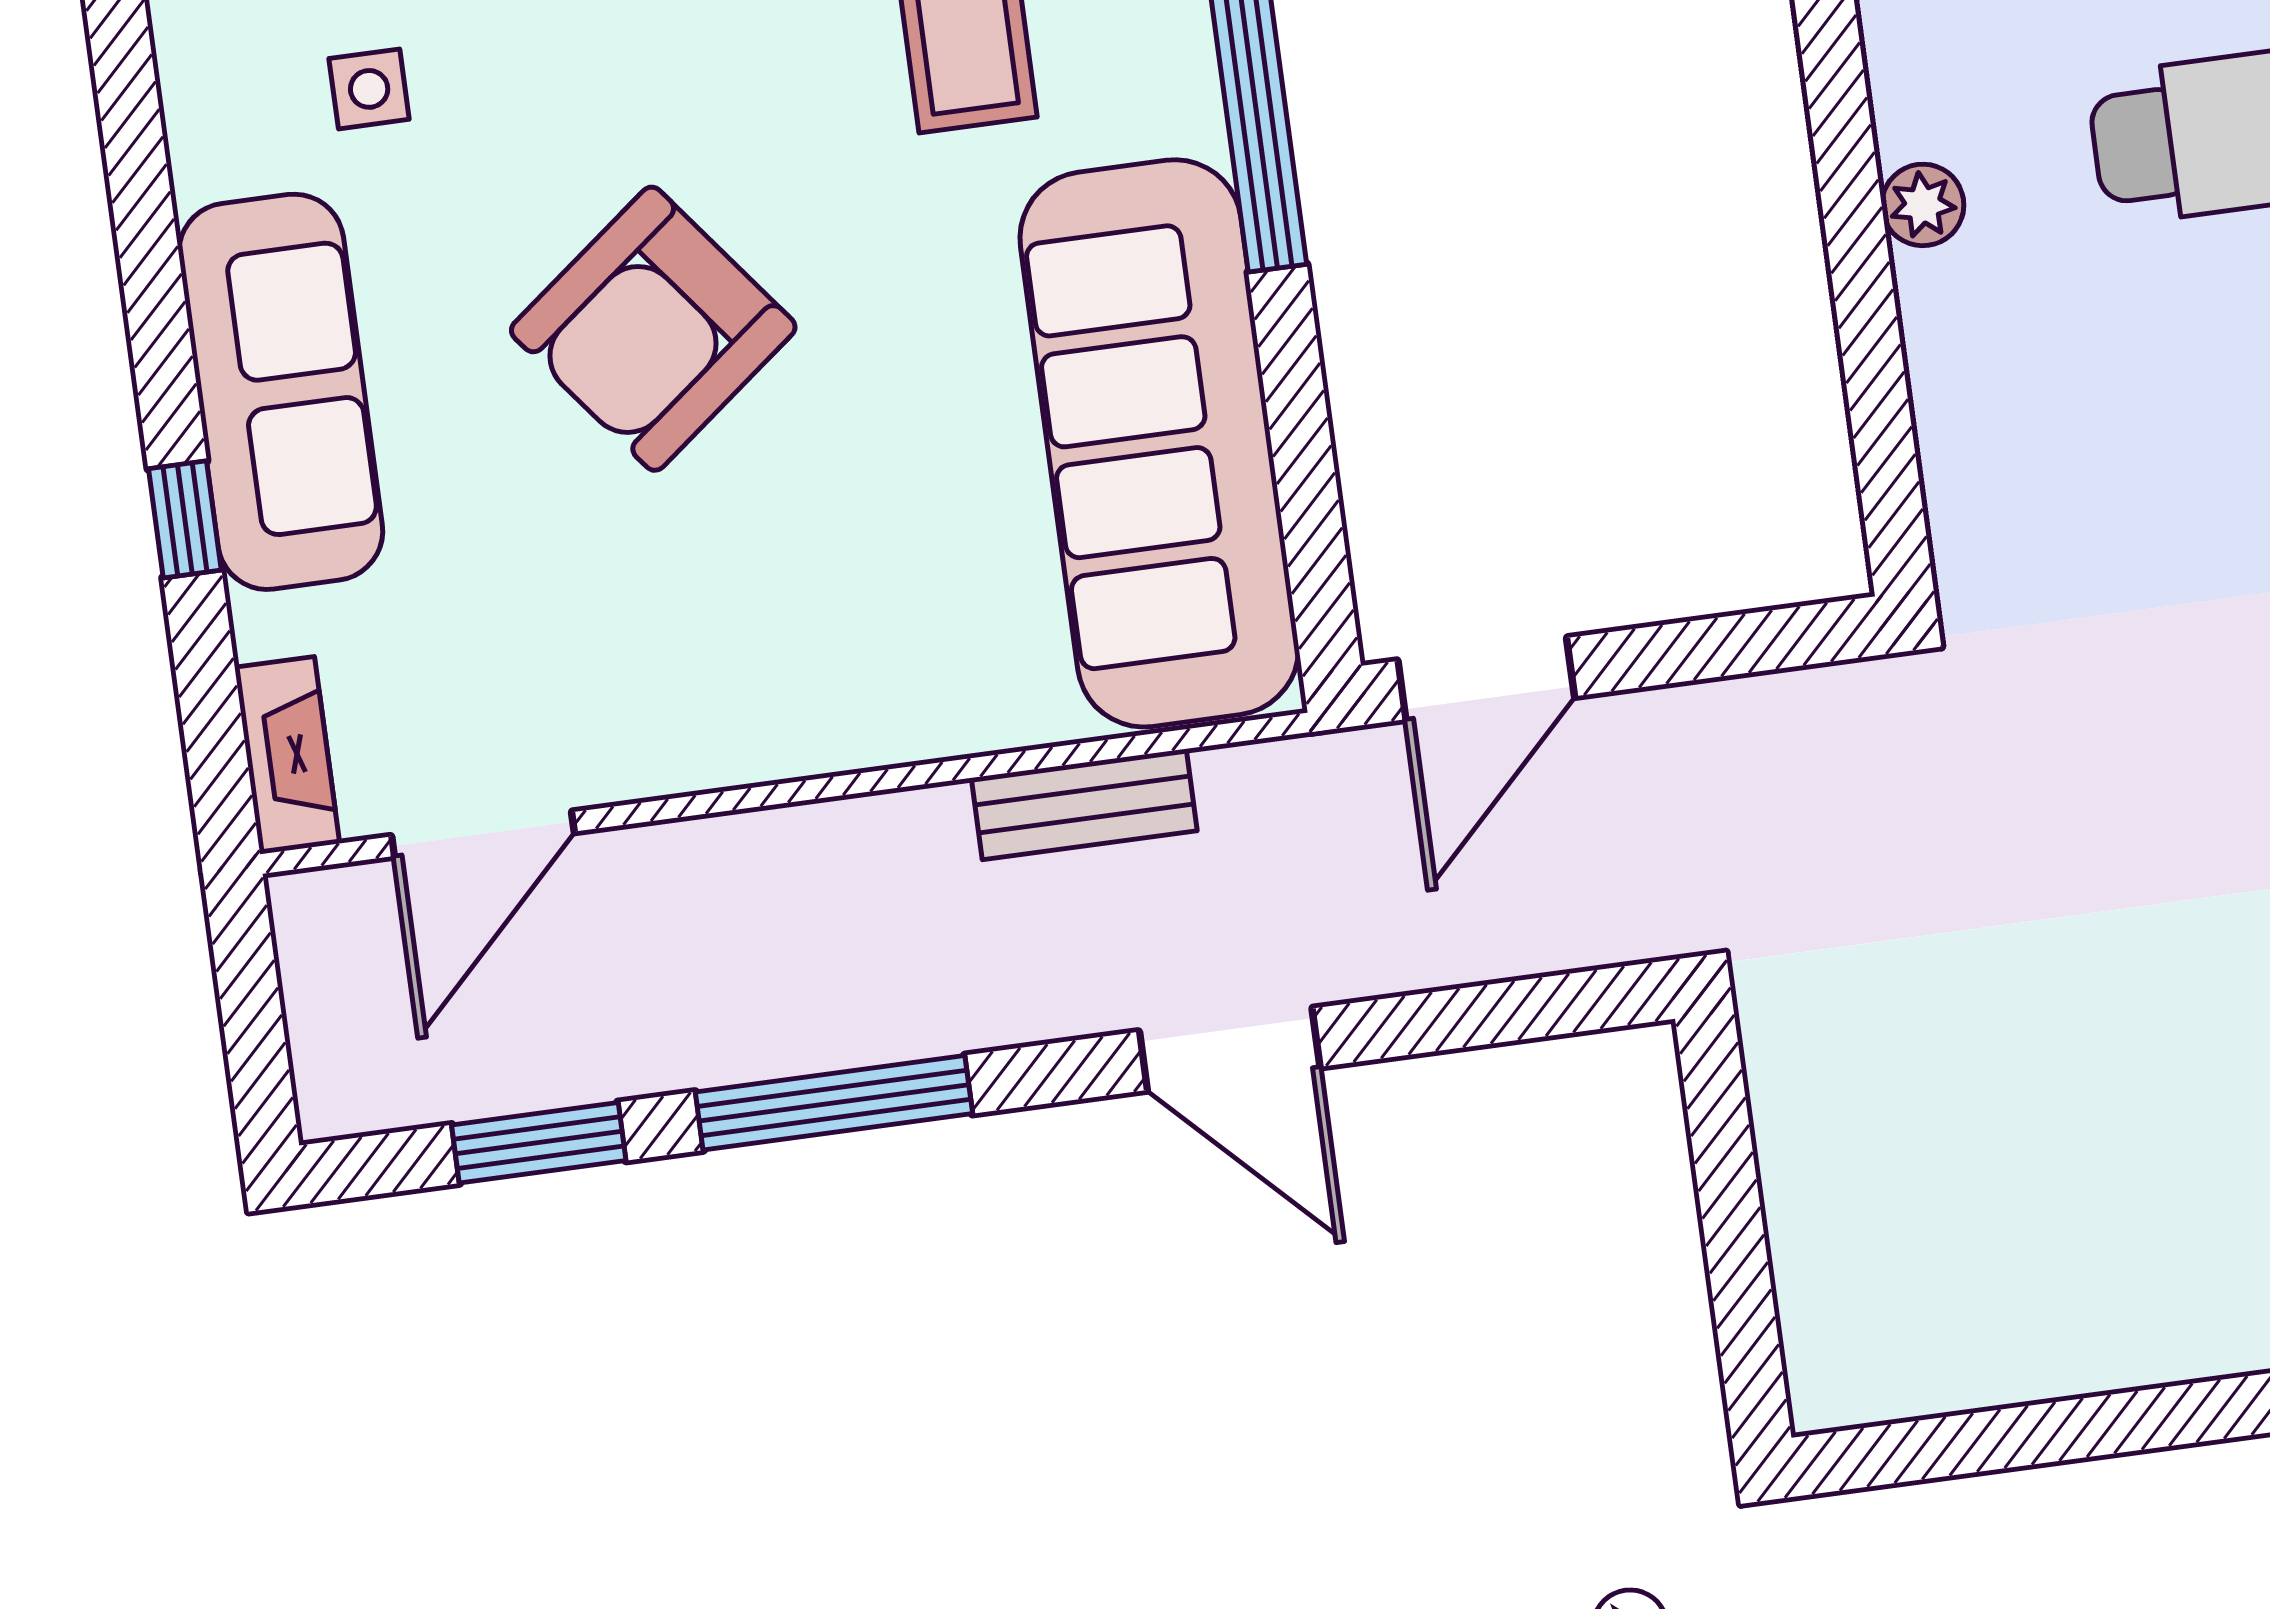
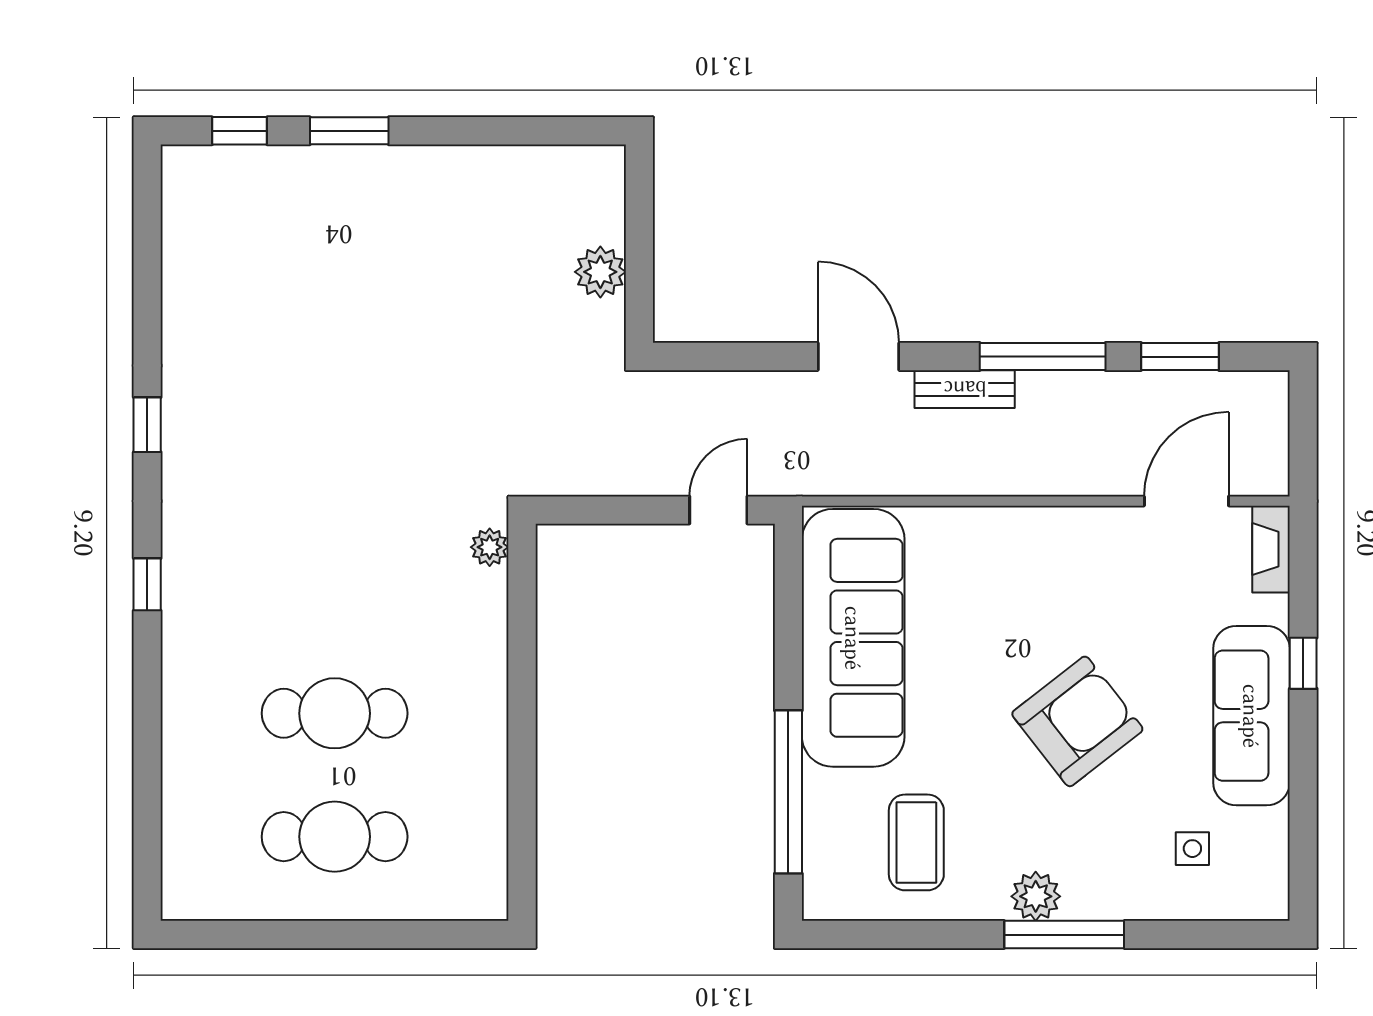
plant: (1923, 205) -> (490, 547), moved
door: (1486, 679) -> (718, 510), width x0.73
bench: (1084, 804) -> (965, 389), moved
plant: (1809, 1156) -> (600, 272), added

